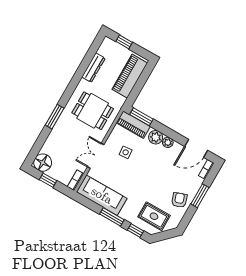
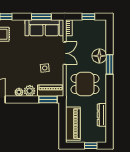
floor lamp: (43, 163) -> (99, 56), moved
window: (112, 217) -> (41, 17), moved

